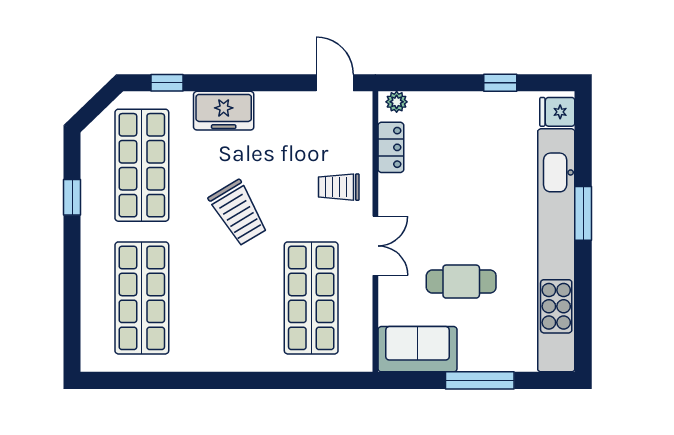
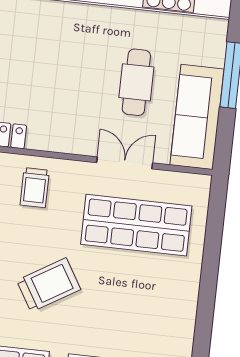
double door: (375, 246) -> (125, 163), moved
sofa: (418, 349) -> (197, 117), width x1.36

